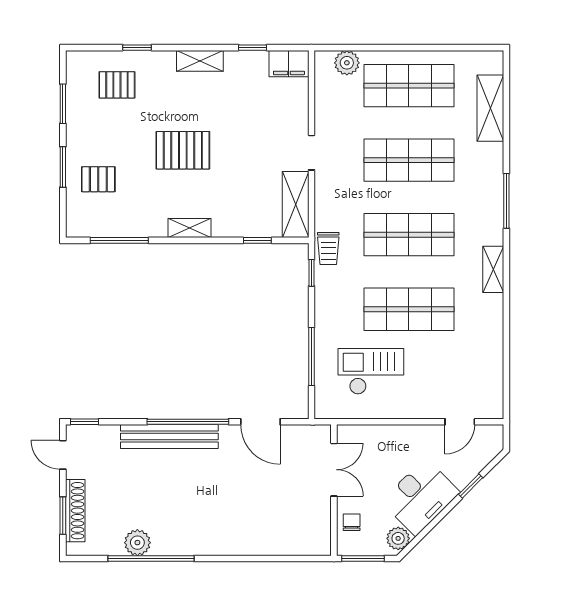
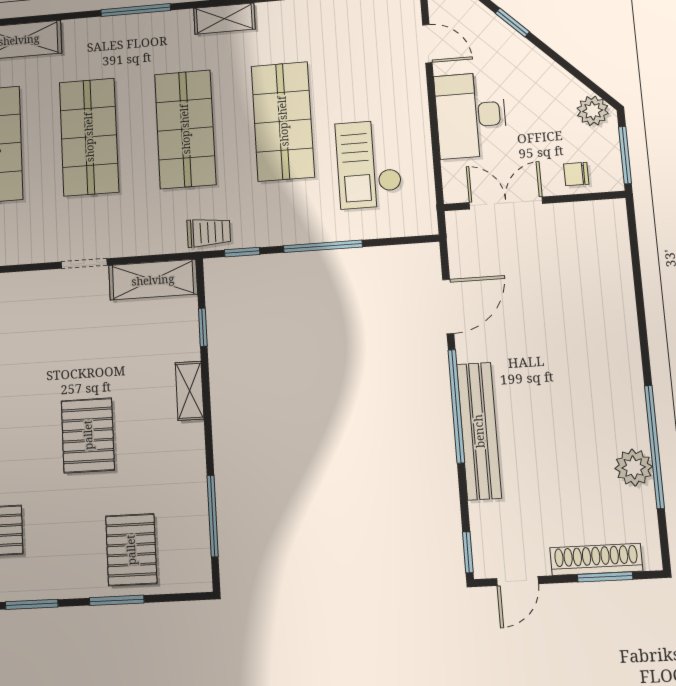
pallet: (98, 179) -> (131, 550), width x1.50, depth x1.42
shelving: (190, 228) -> (190, 391), moved
window: (312, 357) -> (323, 246), moved
desk: (420, 497) -> (471, 115), moved, turned -135

